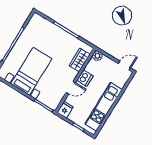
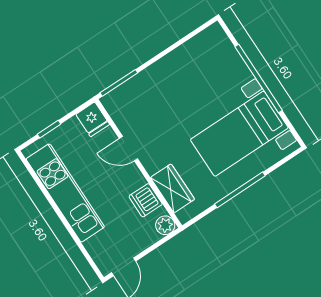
bed with nightstands: (31, 71) -> (239, 134), moved, turned 90
dishwasher: (85, 78) -> (146, 200), moved
door: (71, 88) -> (129, 149), hinge flipped

